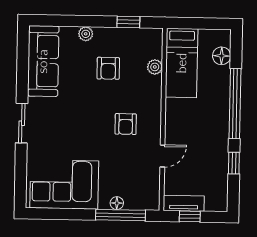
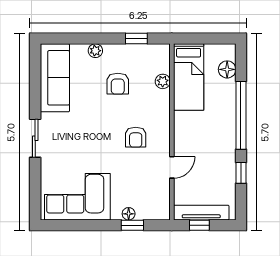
tv unit: (184, 203) -> (201, 213), width x1.41
window: (121, 215) -> (132, 225), width x0.46

